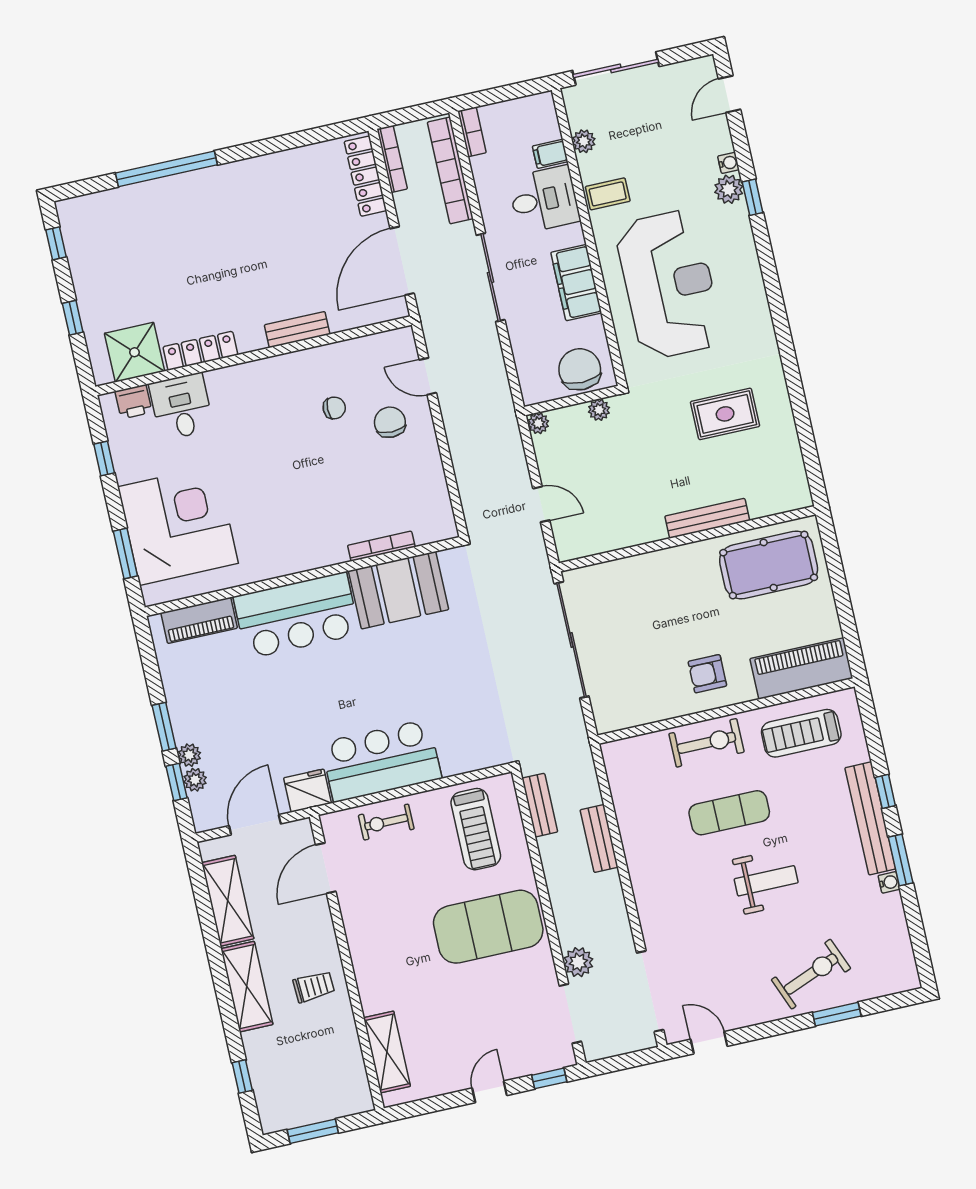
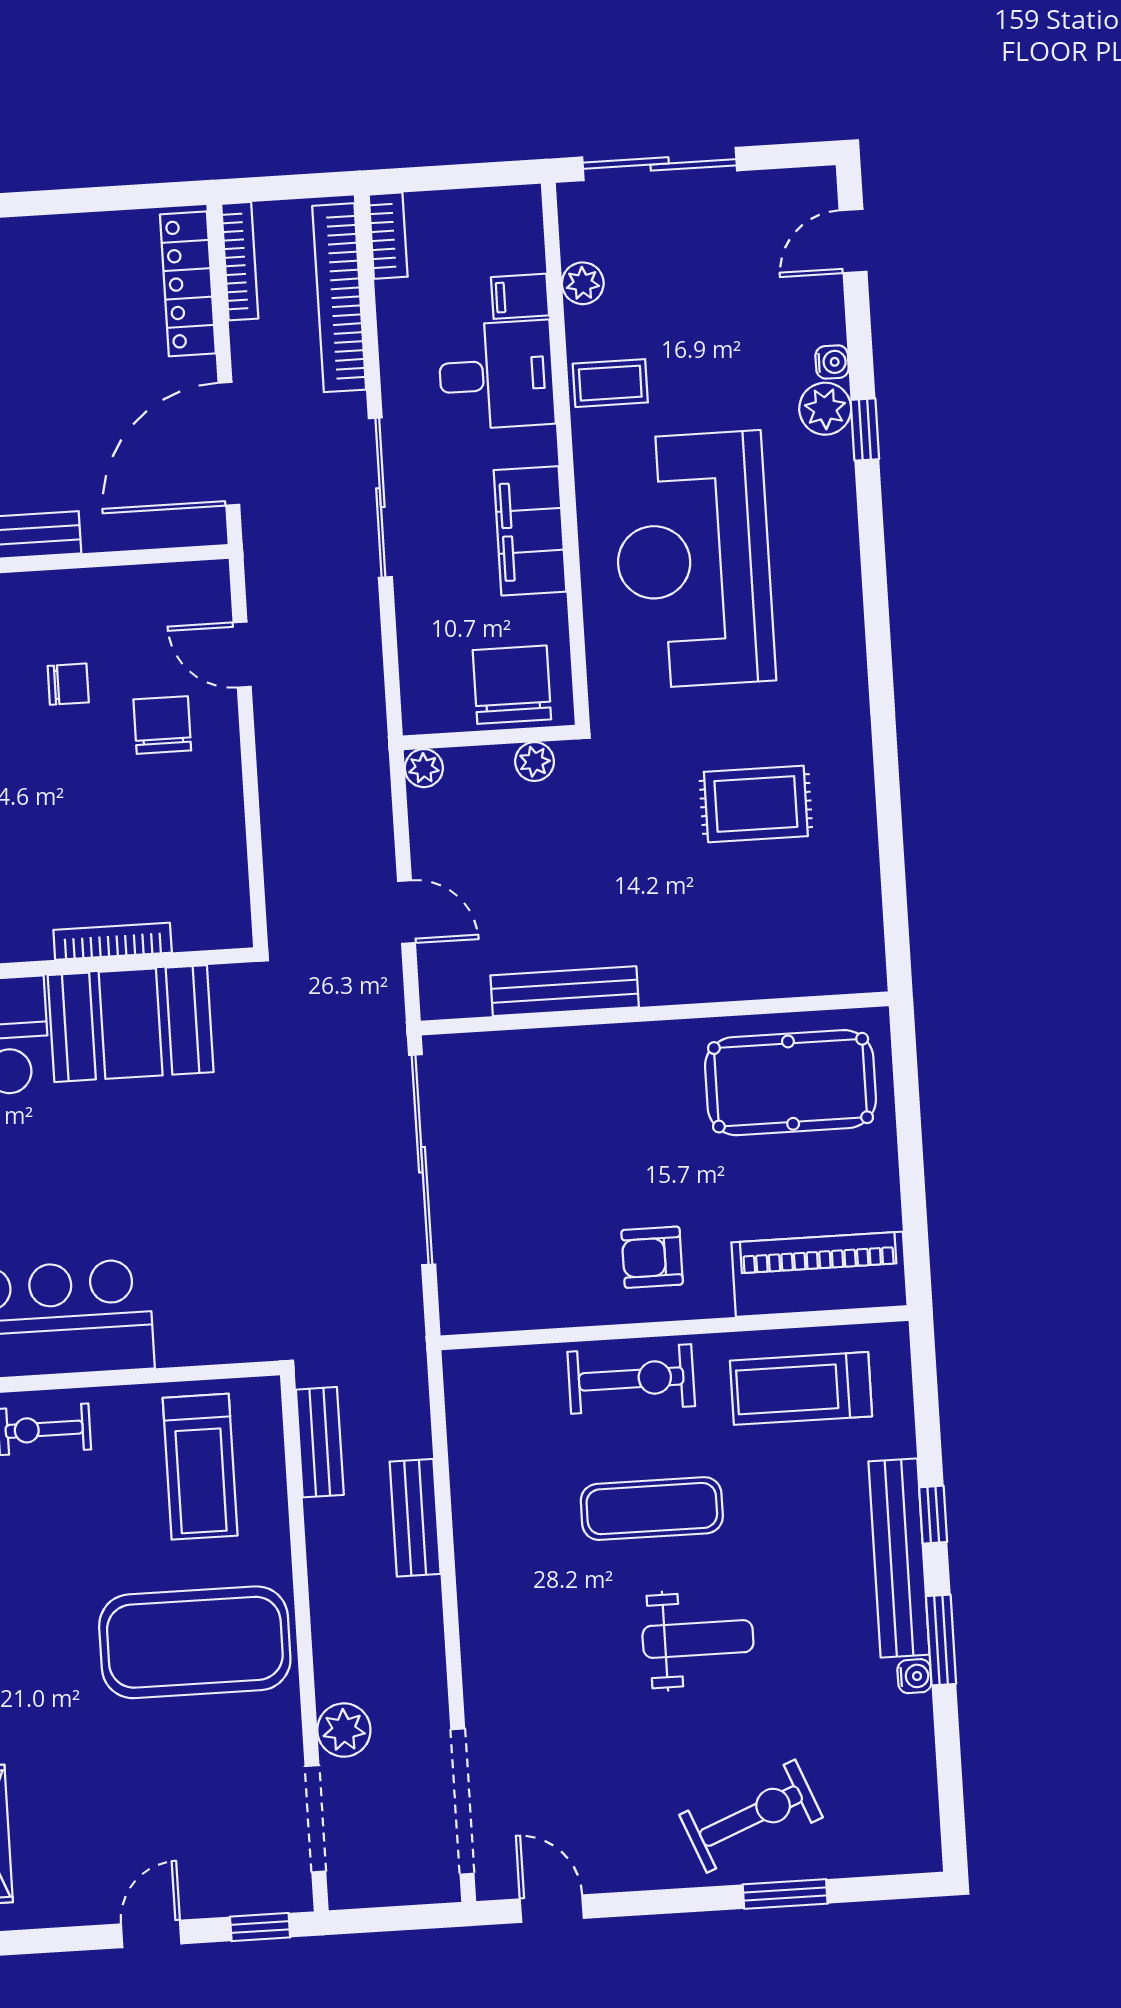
reception desk: (669, 284) -> (693, 560), turned 180
bench: (707, 518) -> (565, 991), moved

